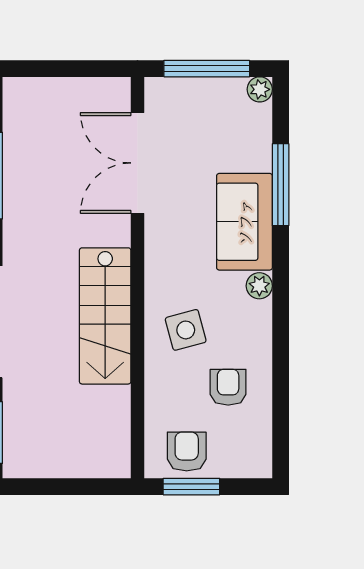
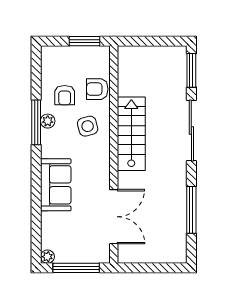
window: (281, 185) -> (36, 122), moved
plant: (259, 286) -> (48, 121), moved
armchair: (187, 451) -> (97, 89), moved, turned 90

